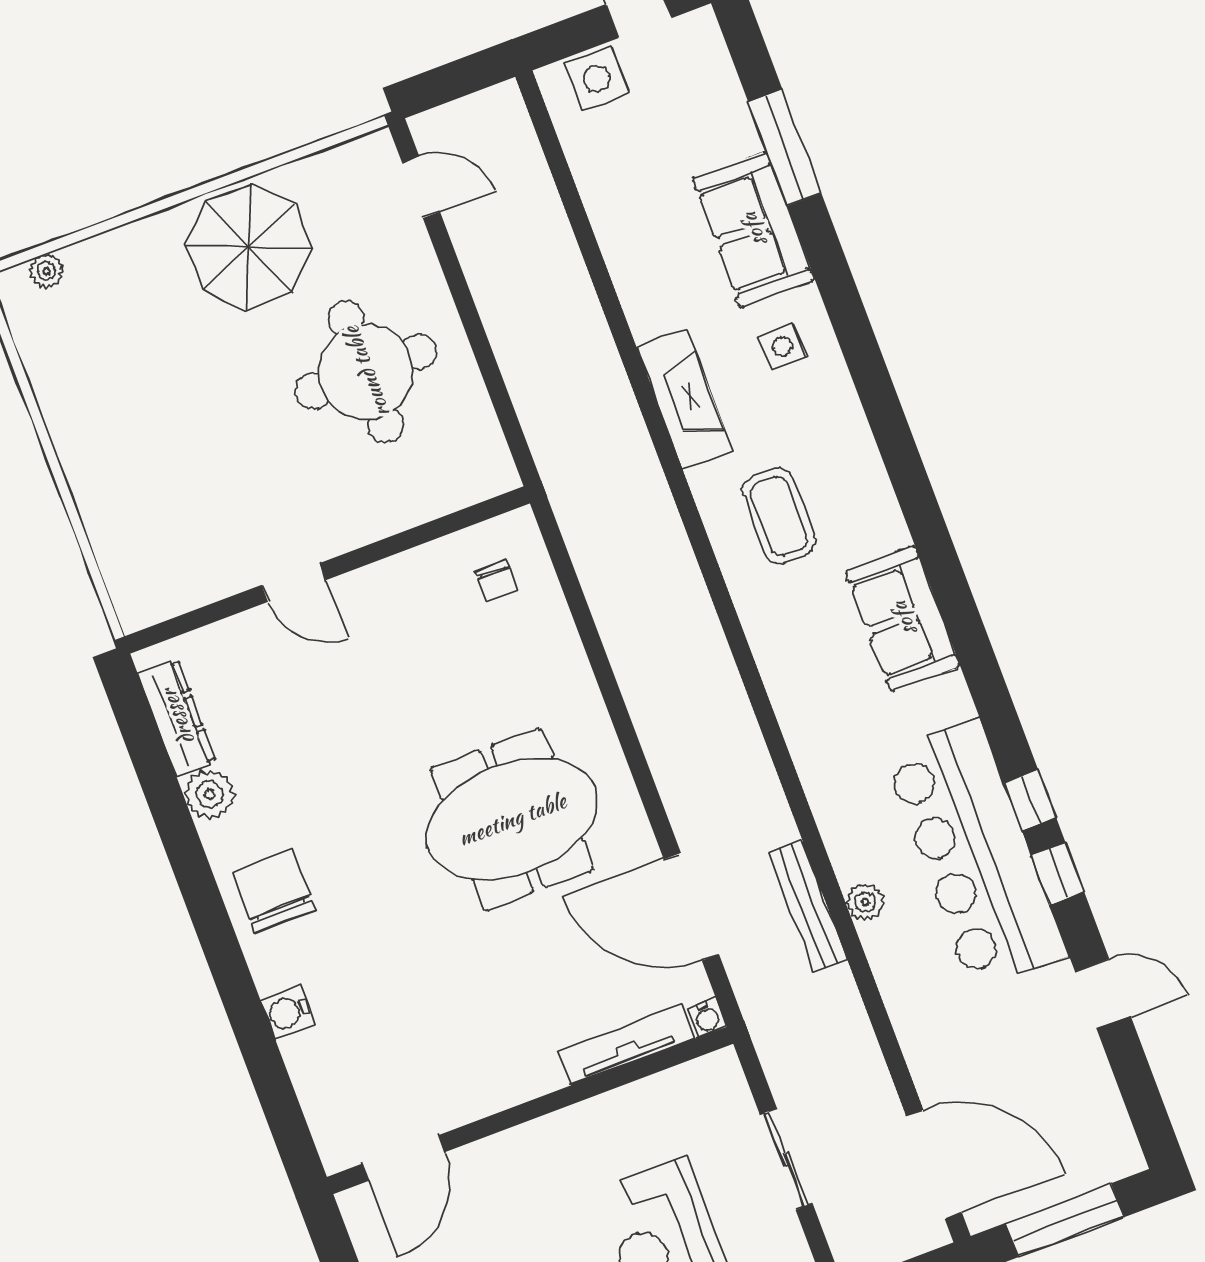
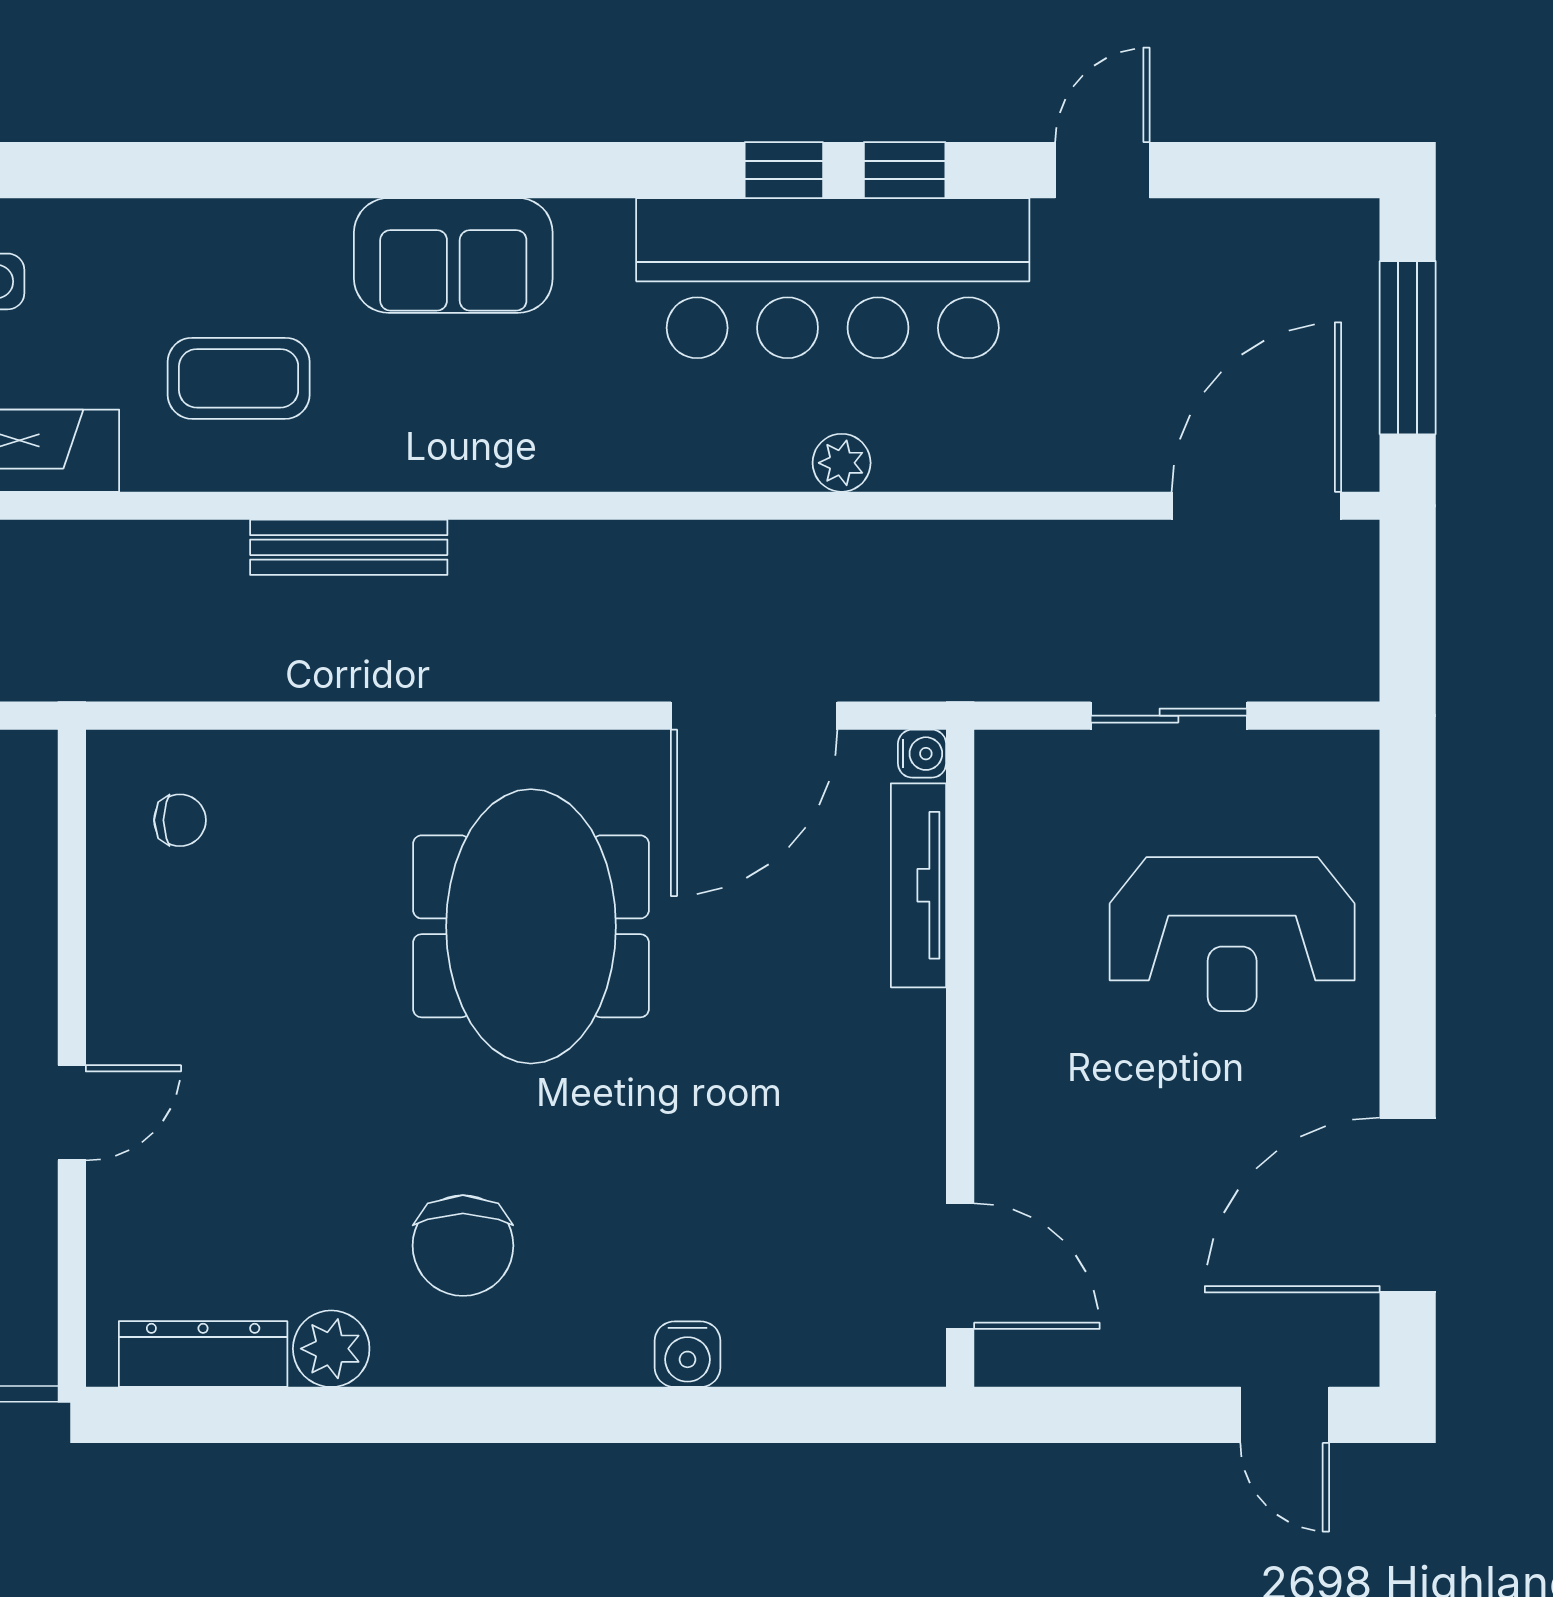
chair: (274, 891) -> (463, 1246), moved, turned -90
bench: (808, 906) -> (349, 547), moved

